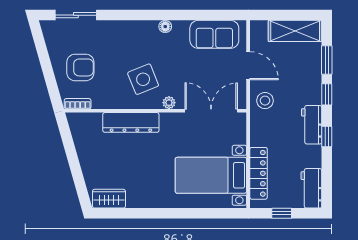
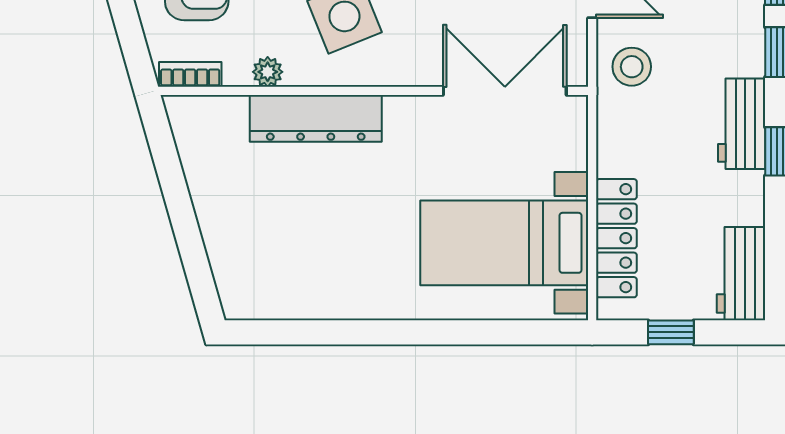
plant: (169, 103) -> (268, 72), moved
wardrobe: (109, 199) -> (264, 298), removed

